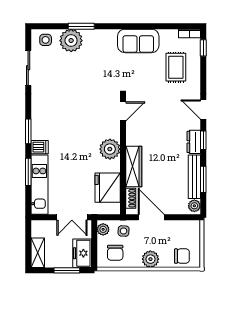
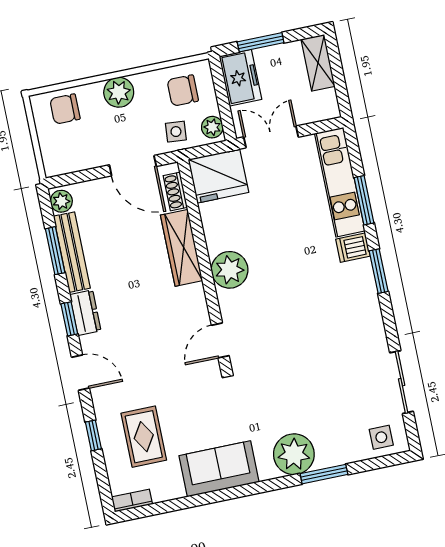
plant: (71, 41) -> (294, 454), moved
window: (203, 48) -> (93, 435), moved
fridge: (108, 188) -> (218, 176), moved, turned 90
chair: (115, 253) -> (183, 90), turned -90

